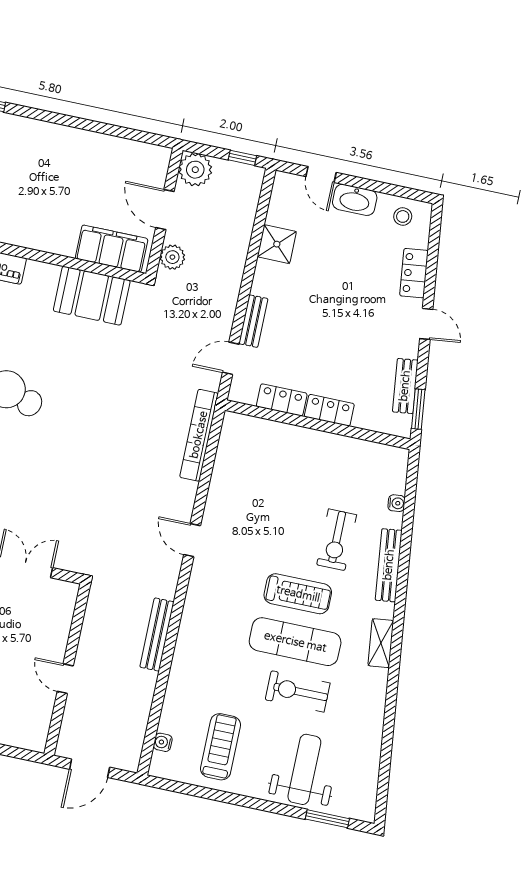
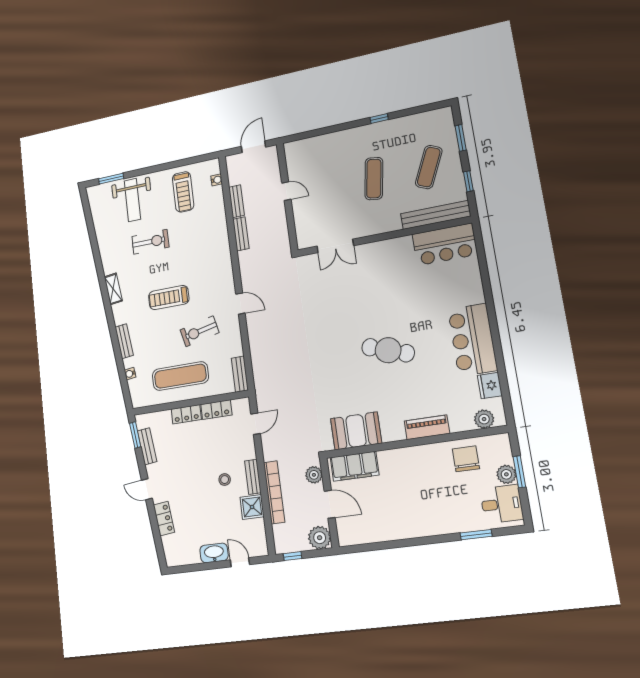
stool: (403, 216) -> (225, 480), moved
bench: (253, 321) -> (253, 477), moved
bookcase: (199, 435) -> (274, 492), moved
bench: (229, 438) -> (240, 374), added
exercise bike: (337, 540) -> (200, 331), moved, turned -103
bench: (389, 565) -> (124, 341), width x0.73
bench: (157, 634) -> (241, 234), width x0.73
exercise mat: (295, 642) -> (180, 376), moved
bench: (144, 696) -> (237, 201), added

